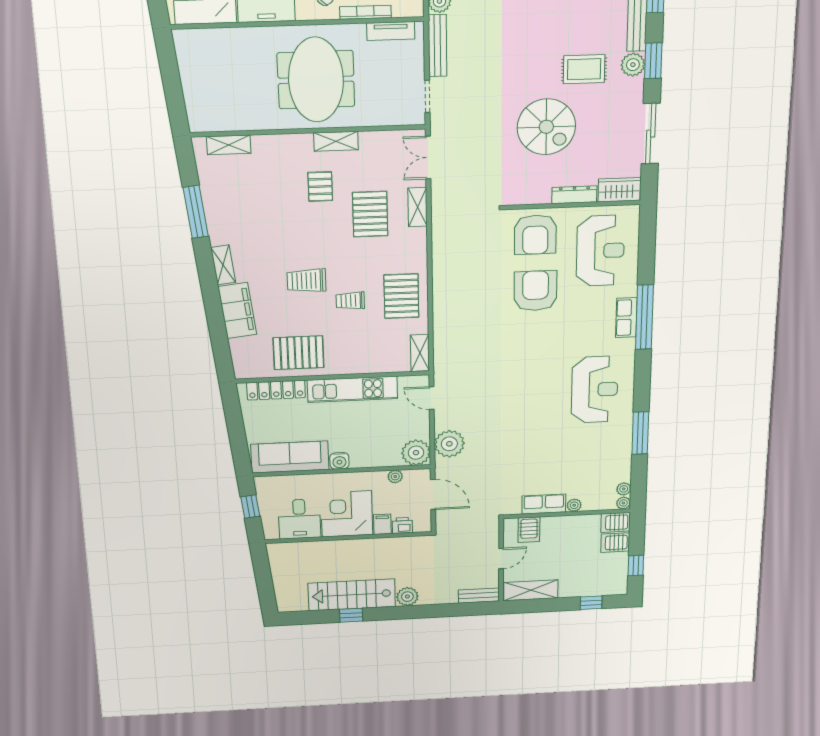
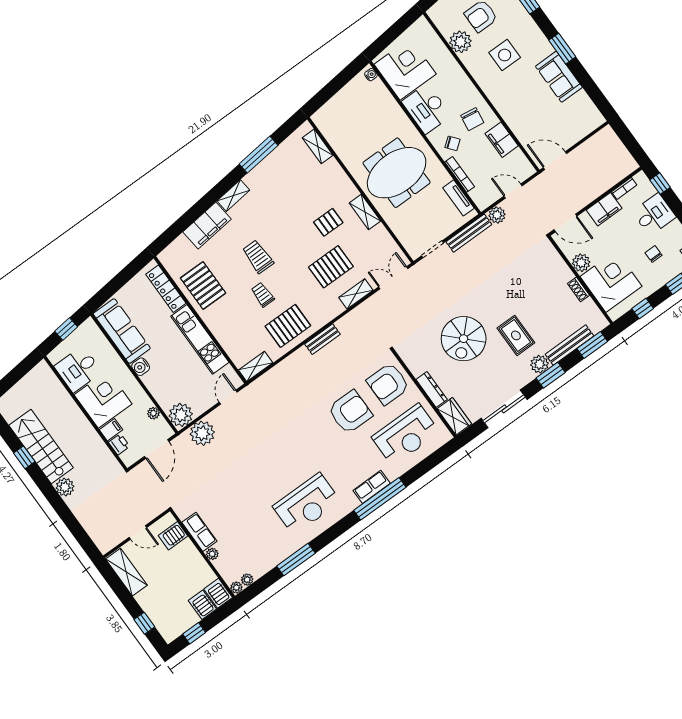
water cooler: (185, 36) -> (371, 75), added
bench: (479, 596) -> (322, 339), moved, turned 90

